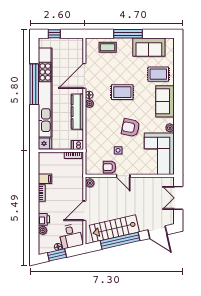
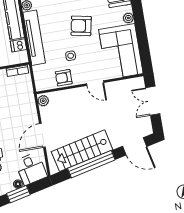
tv unit: (91, 131) -> (34, 38), added
dishwasher: (77, 145) -> (18, 45), moved
door: (123, 176) -> (95, 83), moved

